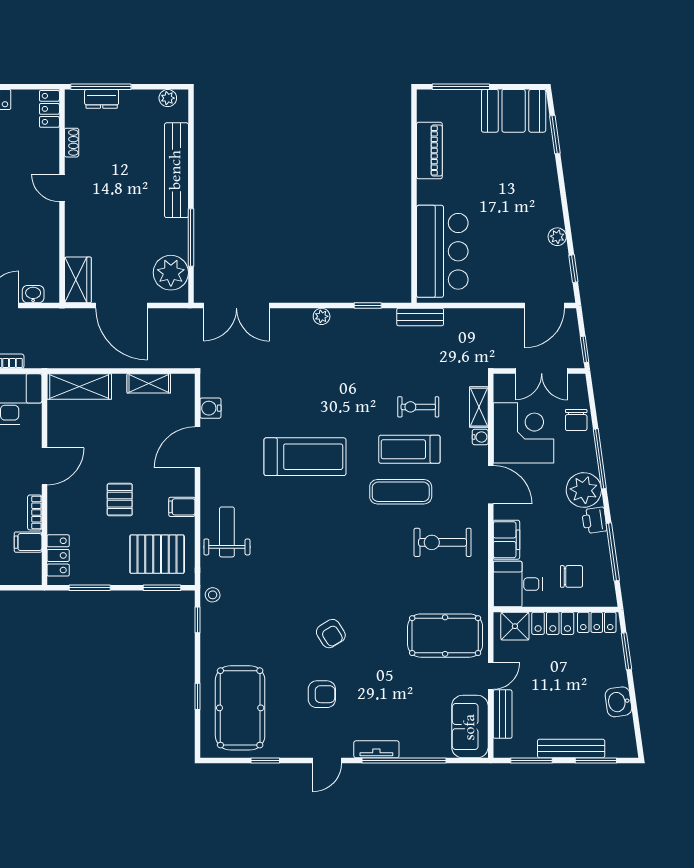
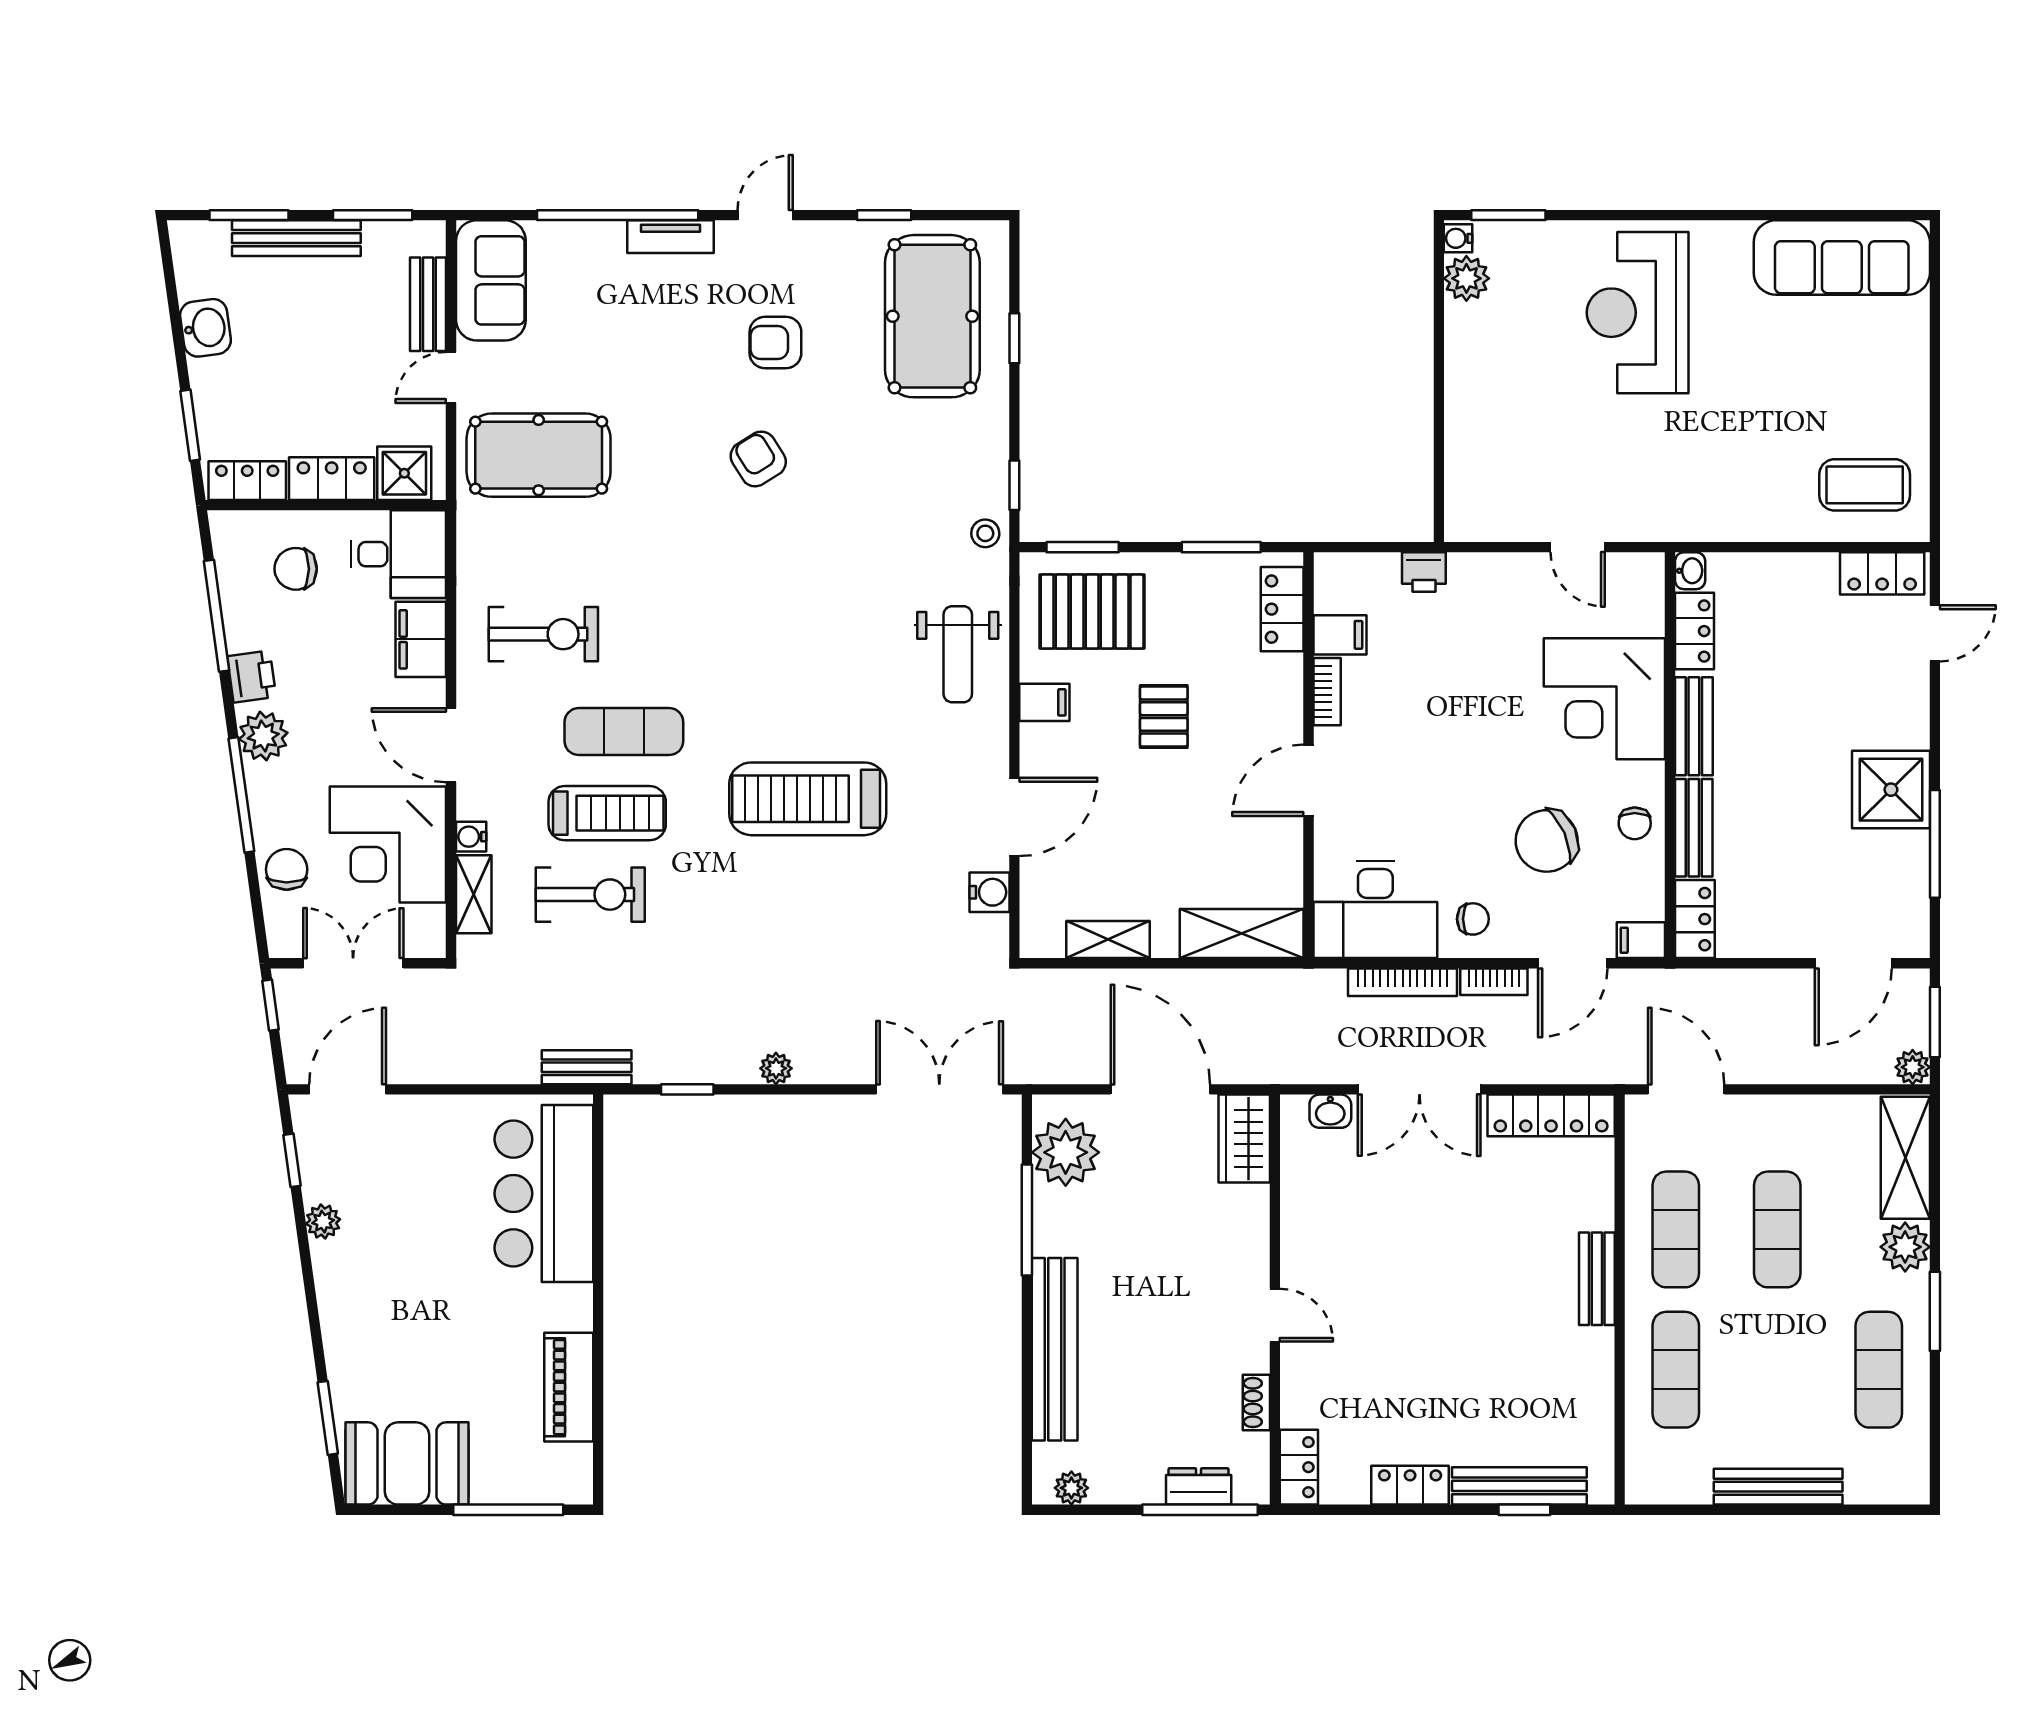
exercise bike: (418, 407) -> (590, 895), width x1.38, depth x1.39
plant: (584, 490) -> (263, 736), width x0.73, depth x0.73

